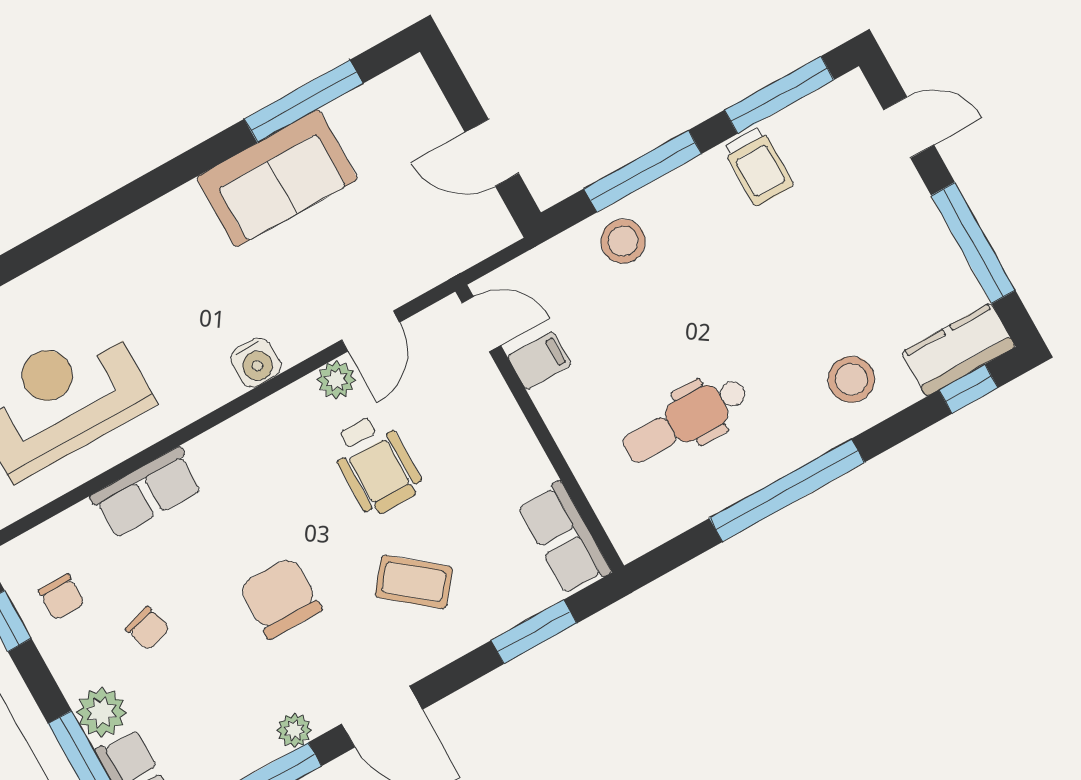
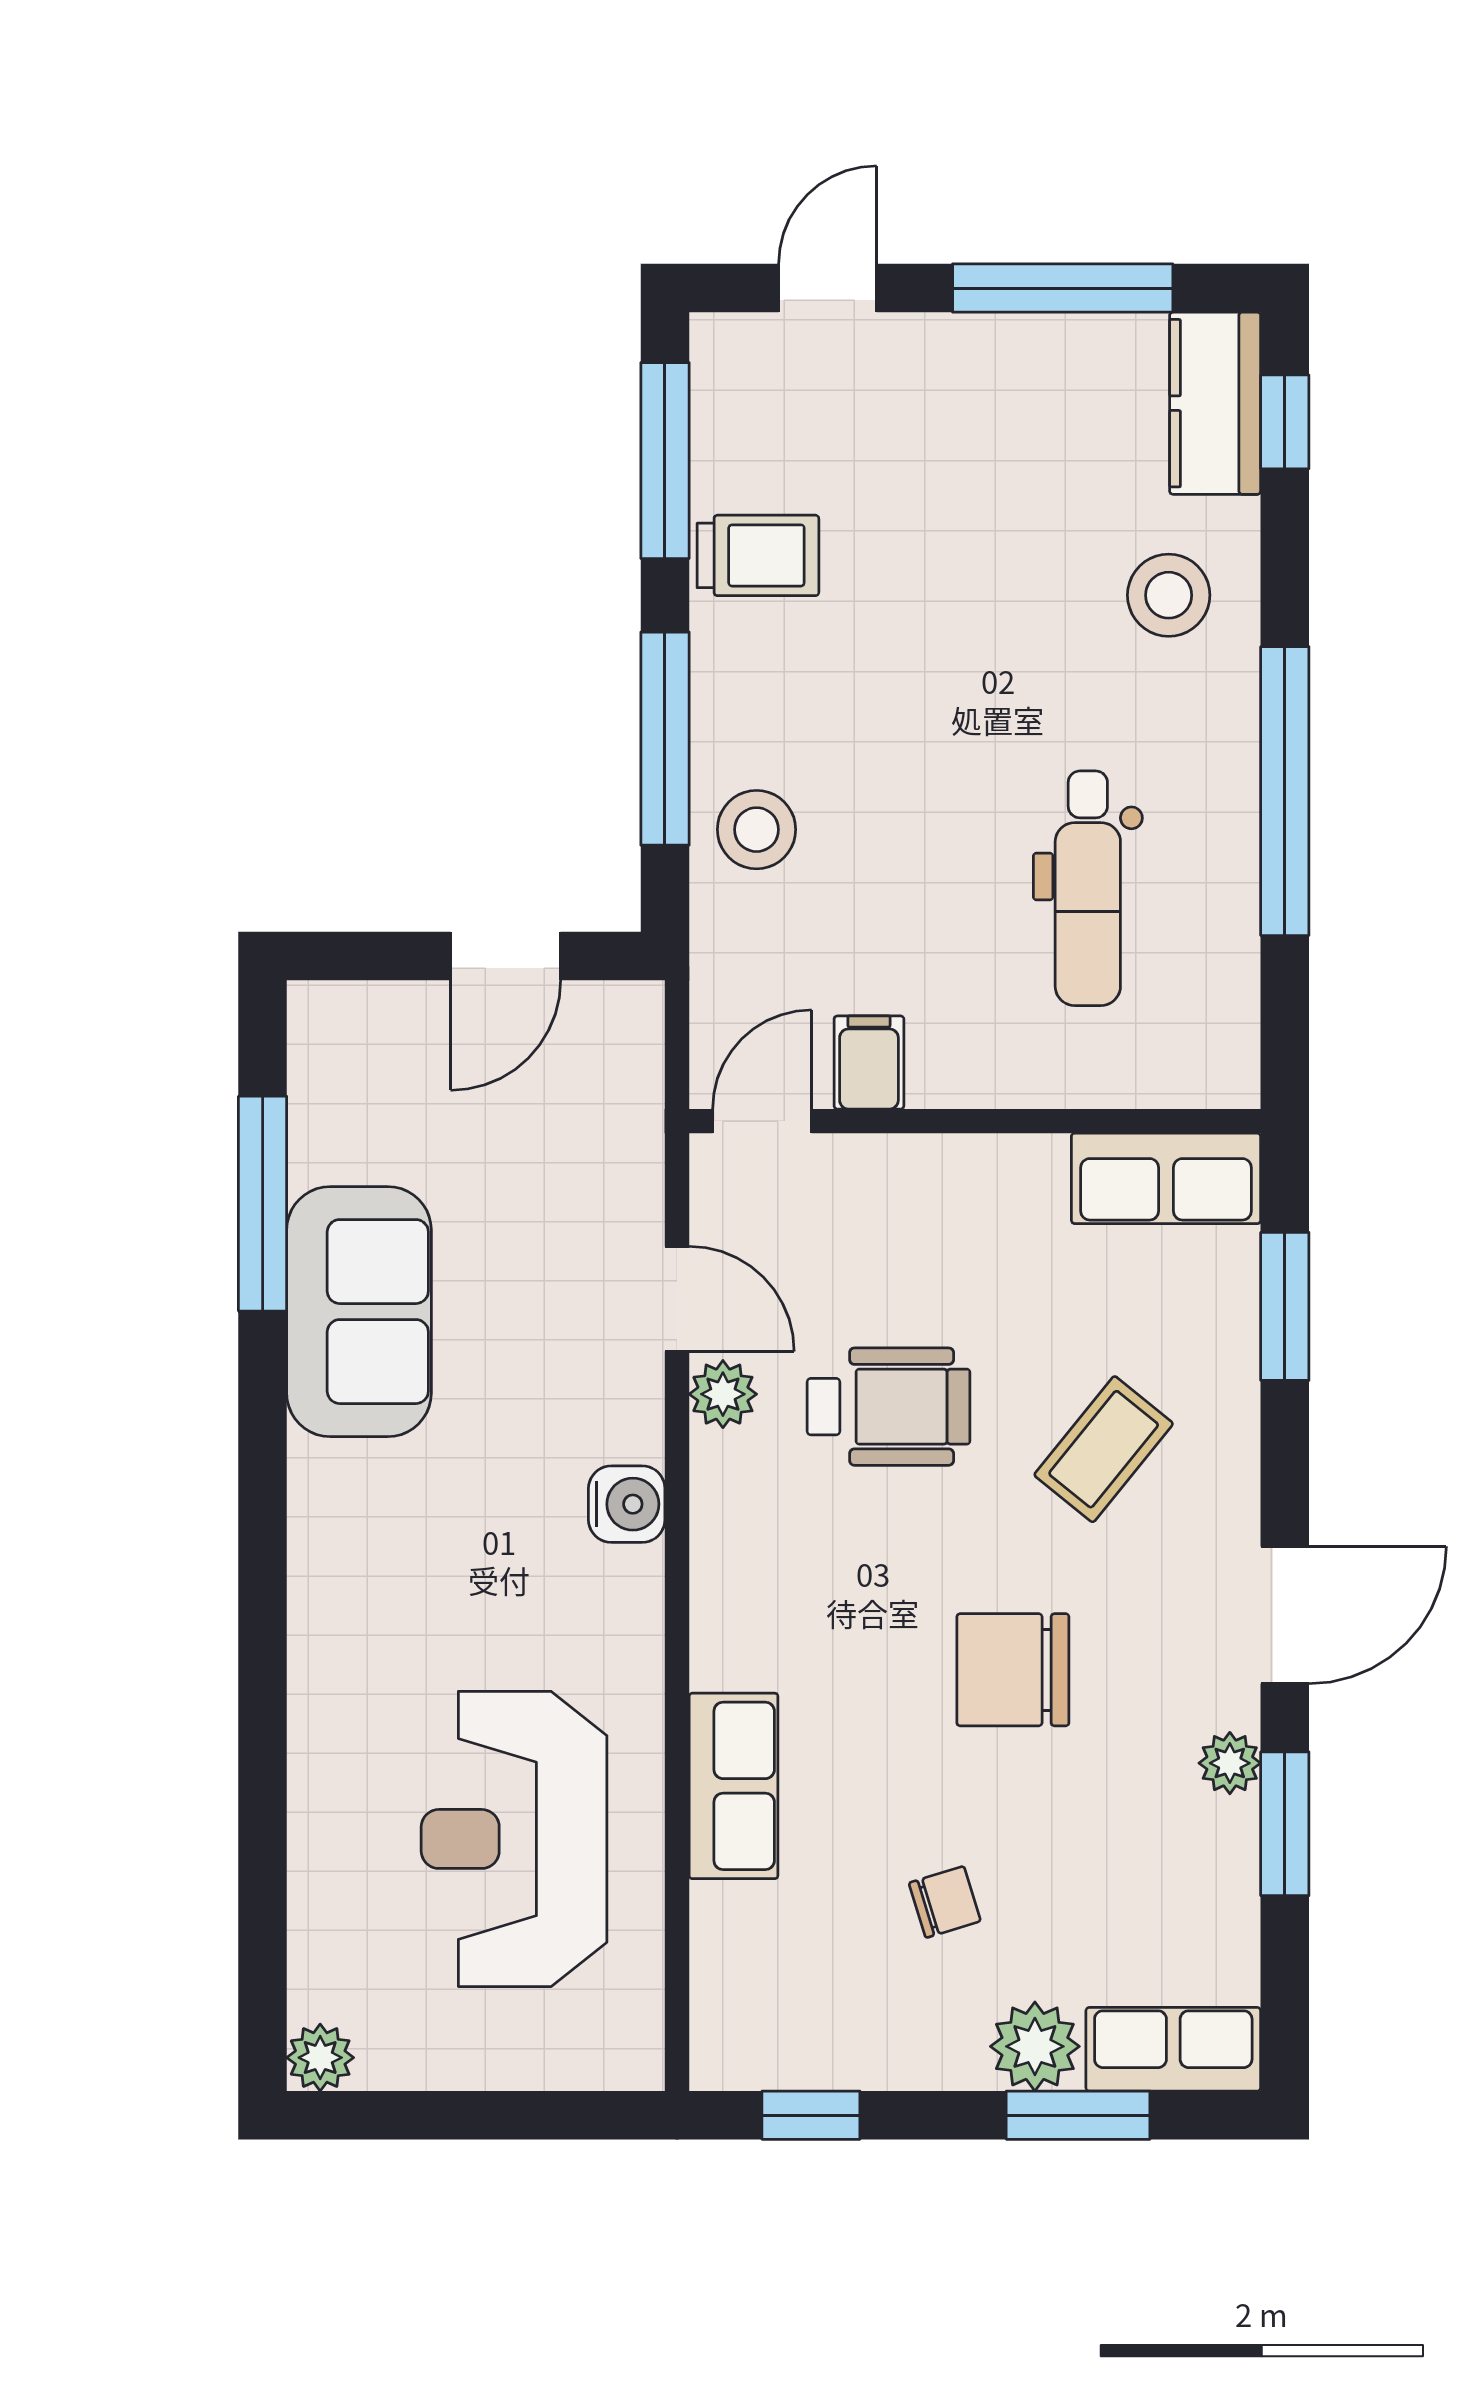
chair: (62, 597) -> (822, 2009), removed

